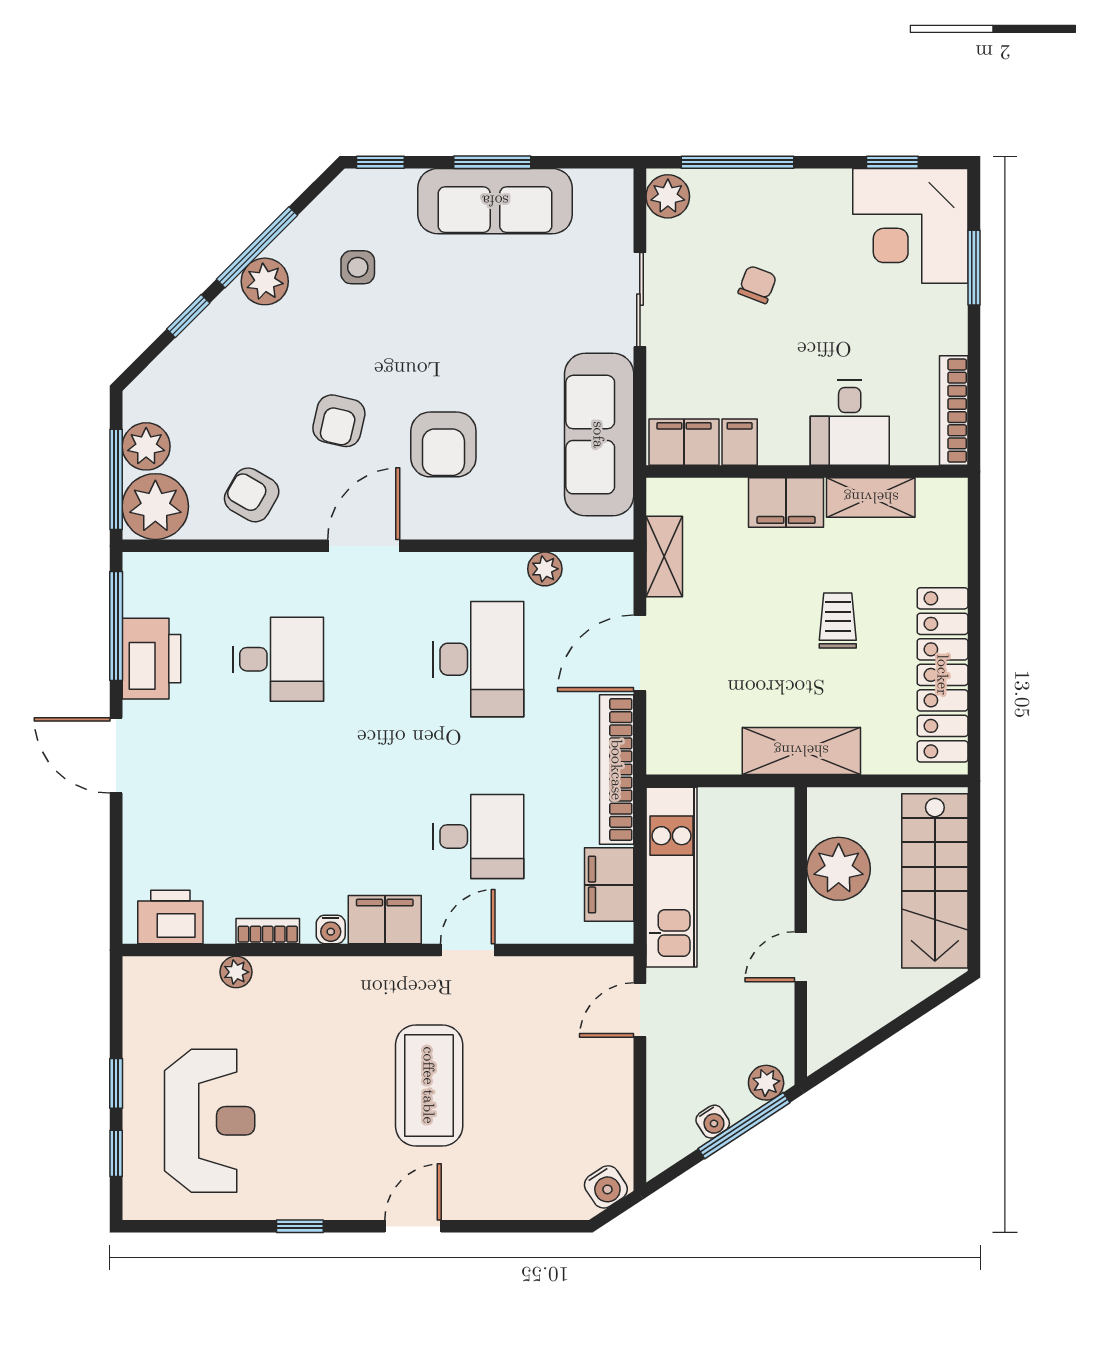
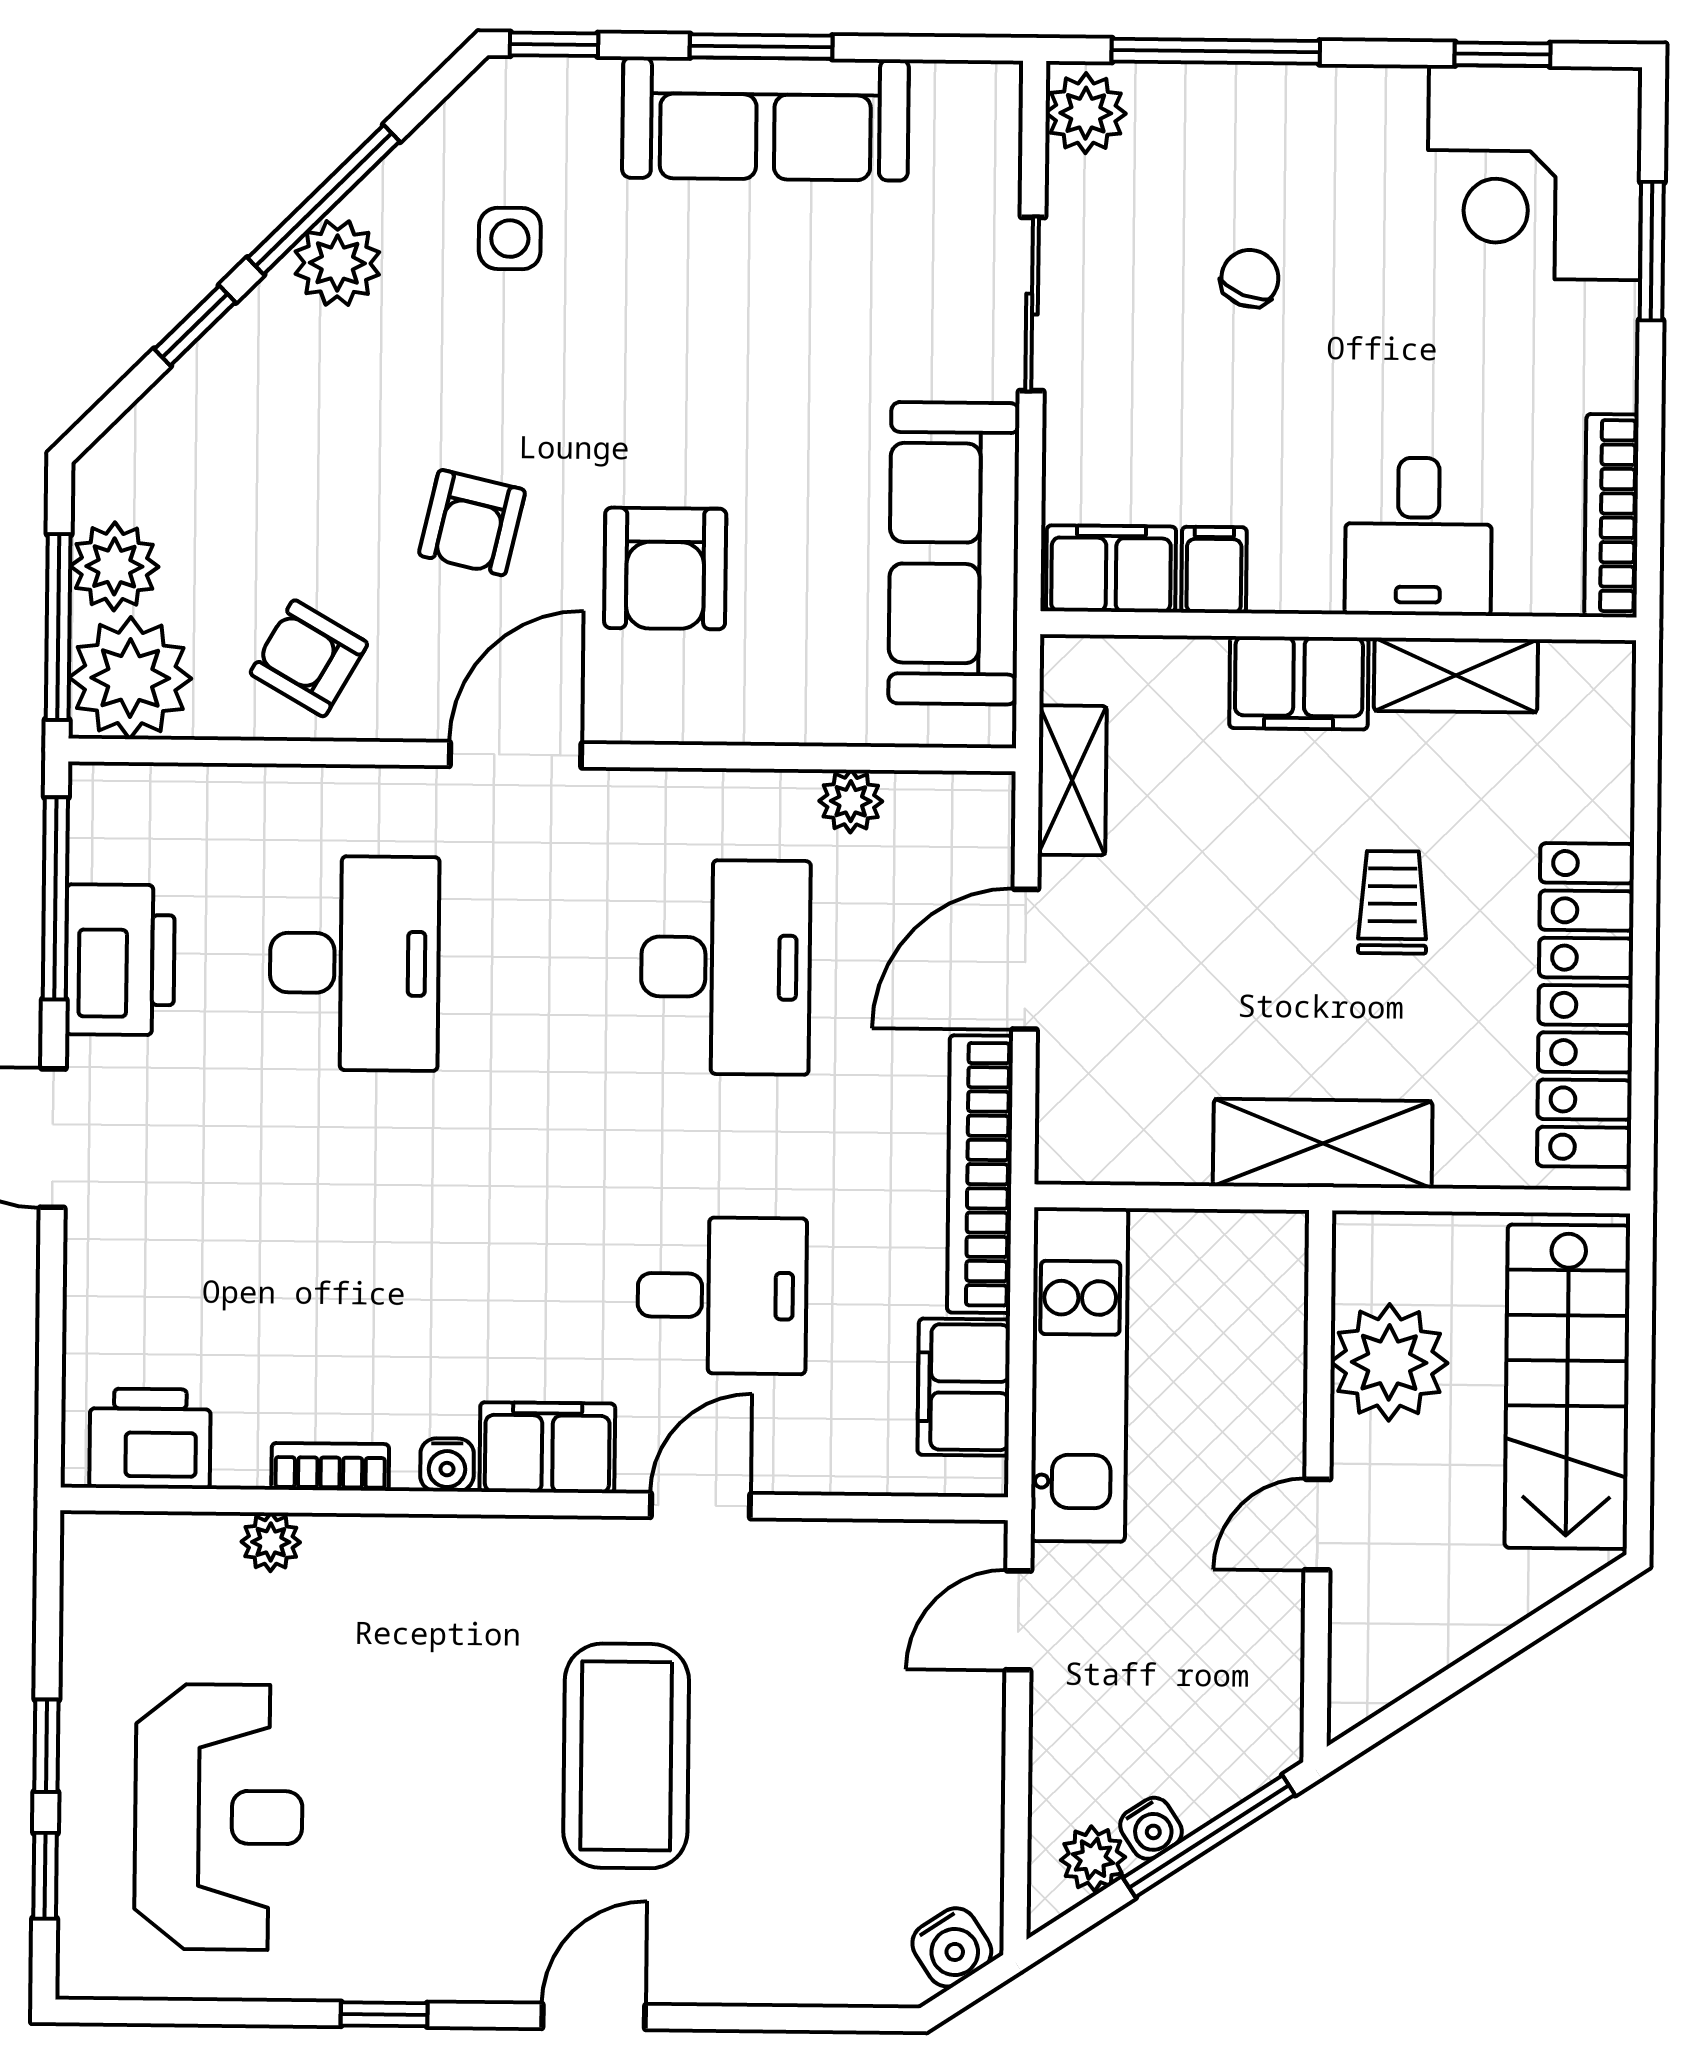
desk: (278, 659) -> (354, 963), width x1.37
plant: (766, 1083) -> (1093, 1859), moved

